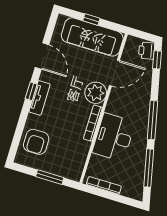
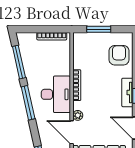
door: (114, 73) -> (72, 132), hinge flipped
plant: (96, 93) -> (78, 115), width x0.53, depth x0.53
desk: (114, 137) -> (56, 94), moved

